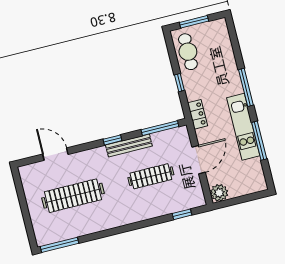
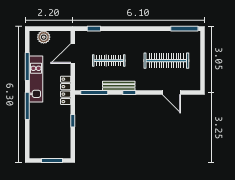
cafe table: (188, 52) -> (61, 141), removed
locker: (198, 114) -> (66, 90), width x1.53
door: (199, 160) -> (73, 53), moved
plant: (219, 193) -> (44, 37), moved

